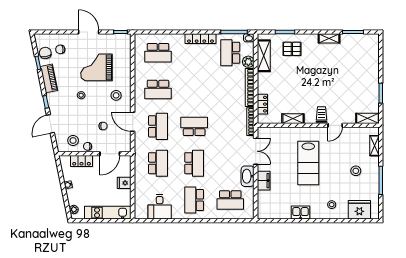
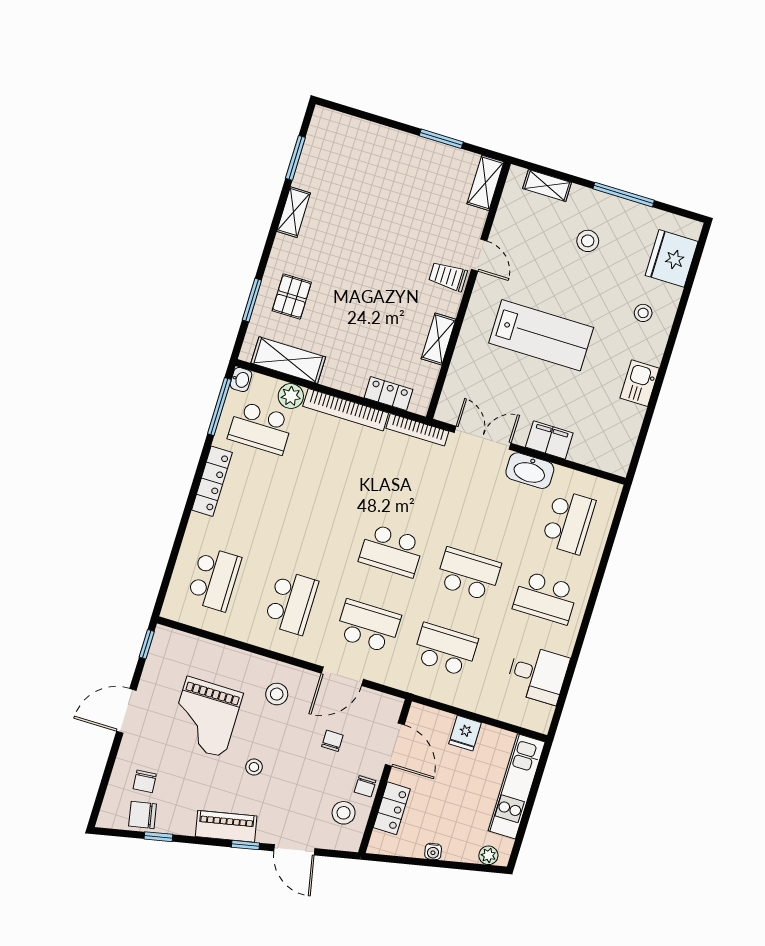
piano: (49, 78) -> (226, 826), moved
school desk: (194, 126) -> (391, 551), turned -90

